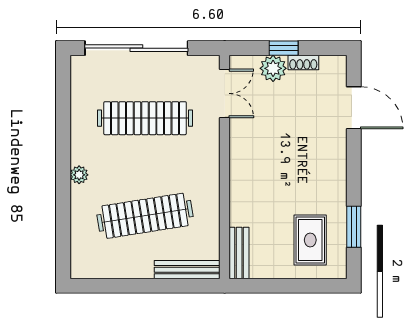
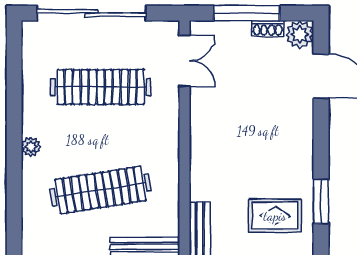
window: (284, 48) -> (247, 13), width x2.17
plant: (273, 68) -> (300, 34), moved
rug: (310, 240) -> (275, 216), turned 90

